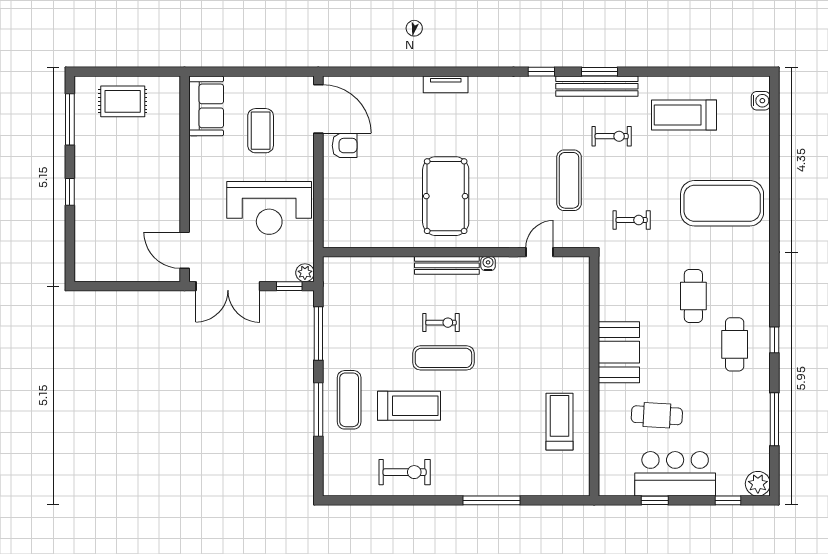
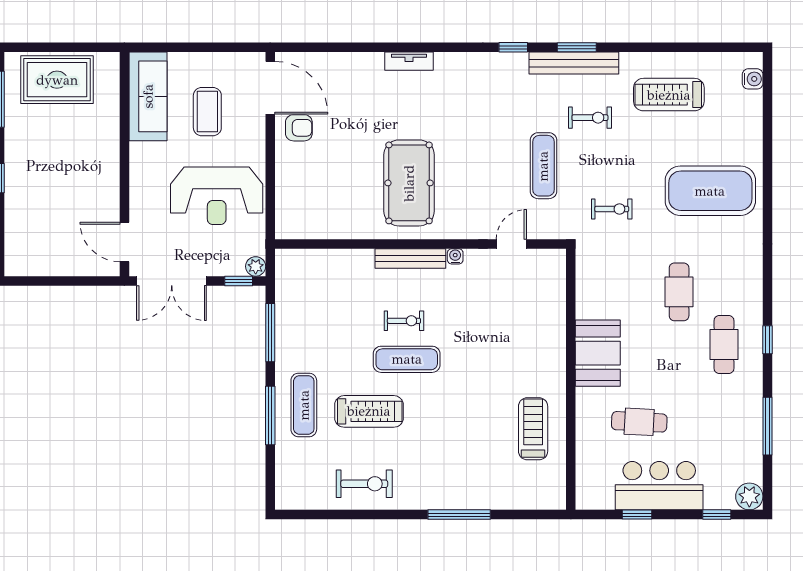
rug: (123, 101) -> (57, 80), width x1.36, depth x1.43
sofa: (206, 106) -> (148, 96), width x1.36

